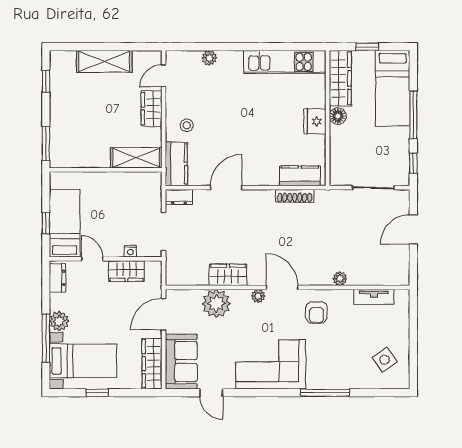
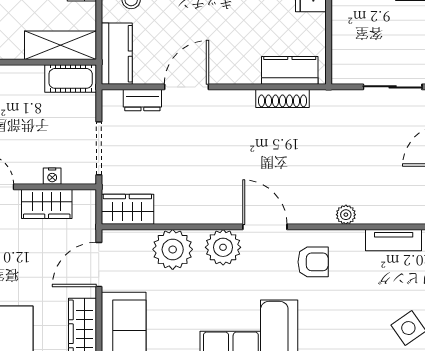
cot: (143, 182) -> (71, 78), added
dresser: (179, 197) -> (142, 100), moved
wardrobe: (228, 275) -> (127, 209), moved
plant: (258, 296) -> (223, 247), width x1.88, depth x1.88
armchair: (316, 312) -> (313, 262), turned -90

